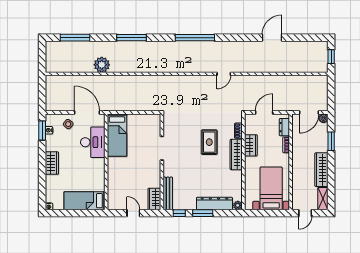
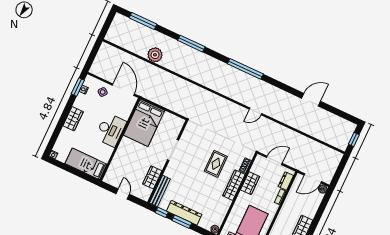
bed: (117, 135) -> (144, 123), width x1.50
window: (331, 141) -> (320, 212), removed
desk: (93, 142) -> (110, 130), moved
wardrobe: (154, 199) -> (152, 177), moved
dresser: (214, 203) -> (184, 213), moved

